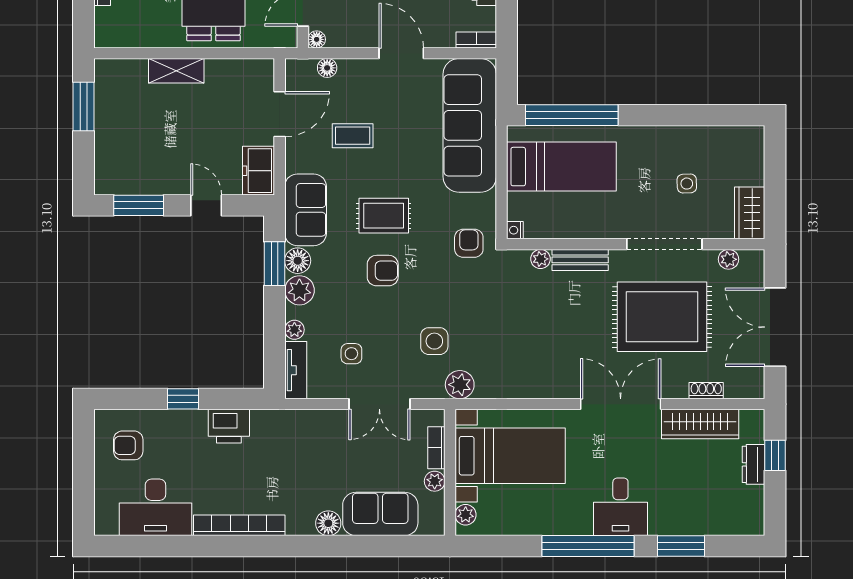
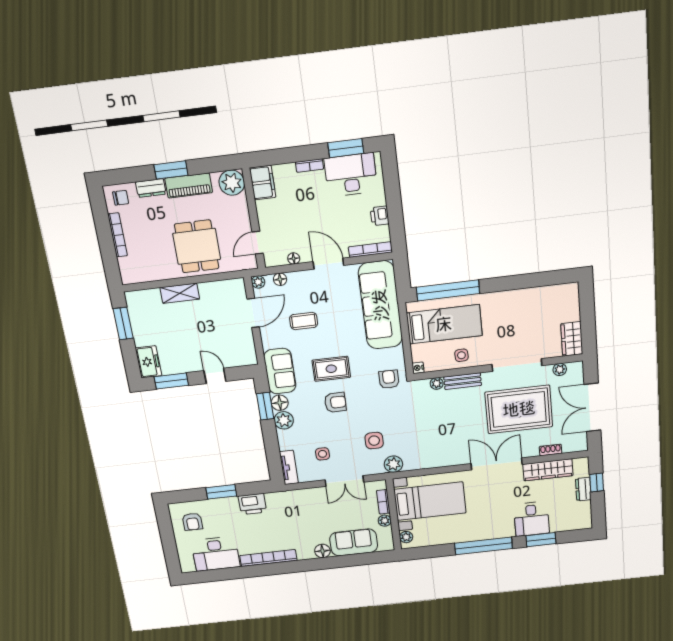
floor lamp: (317, 39) -> (294, 258), moved
bookcase: (476, 40) -> (370, 250), width x1.56
freezer: (259, 171) -> (148, 362), moved, turned 180
side table: (687, 184) -> (461, 355), moved
plant: (294, 330) -> (258, 282), moved
window: (183, 399) -> (221, 492), width x1.50
armchair: (128, 445) -> (192, 522), turned -90
desk: (620, 507) -> (531, 519), moved

